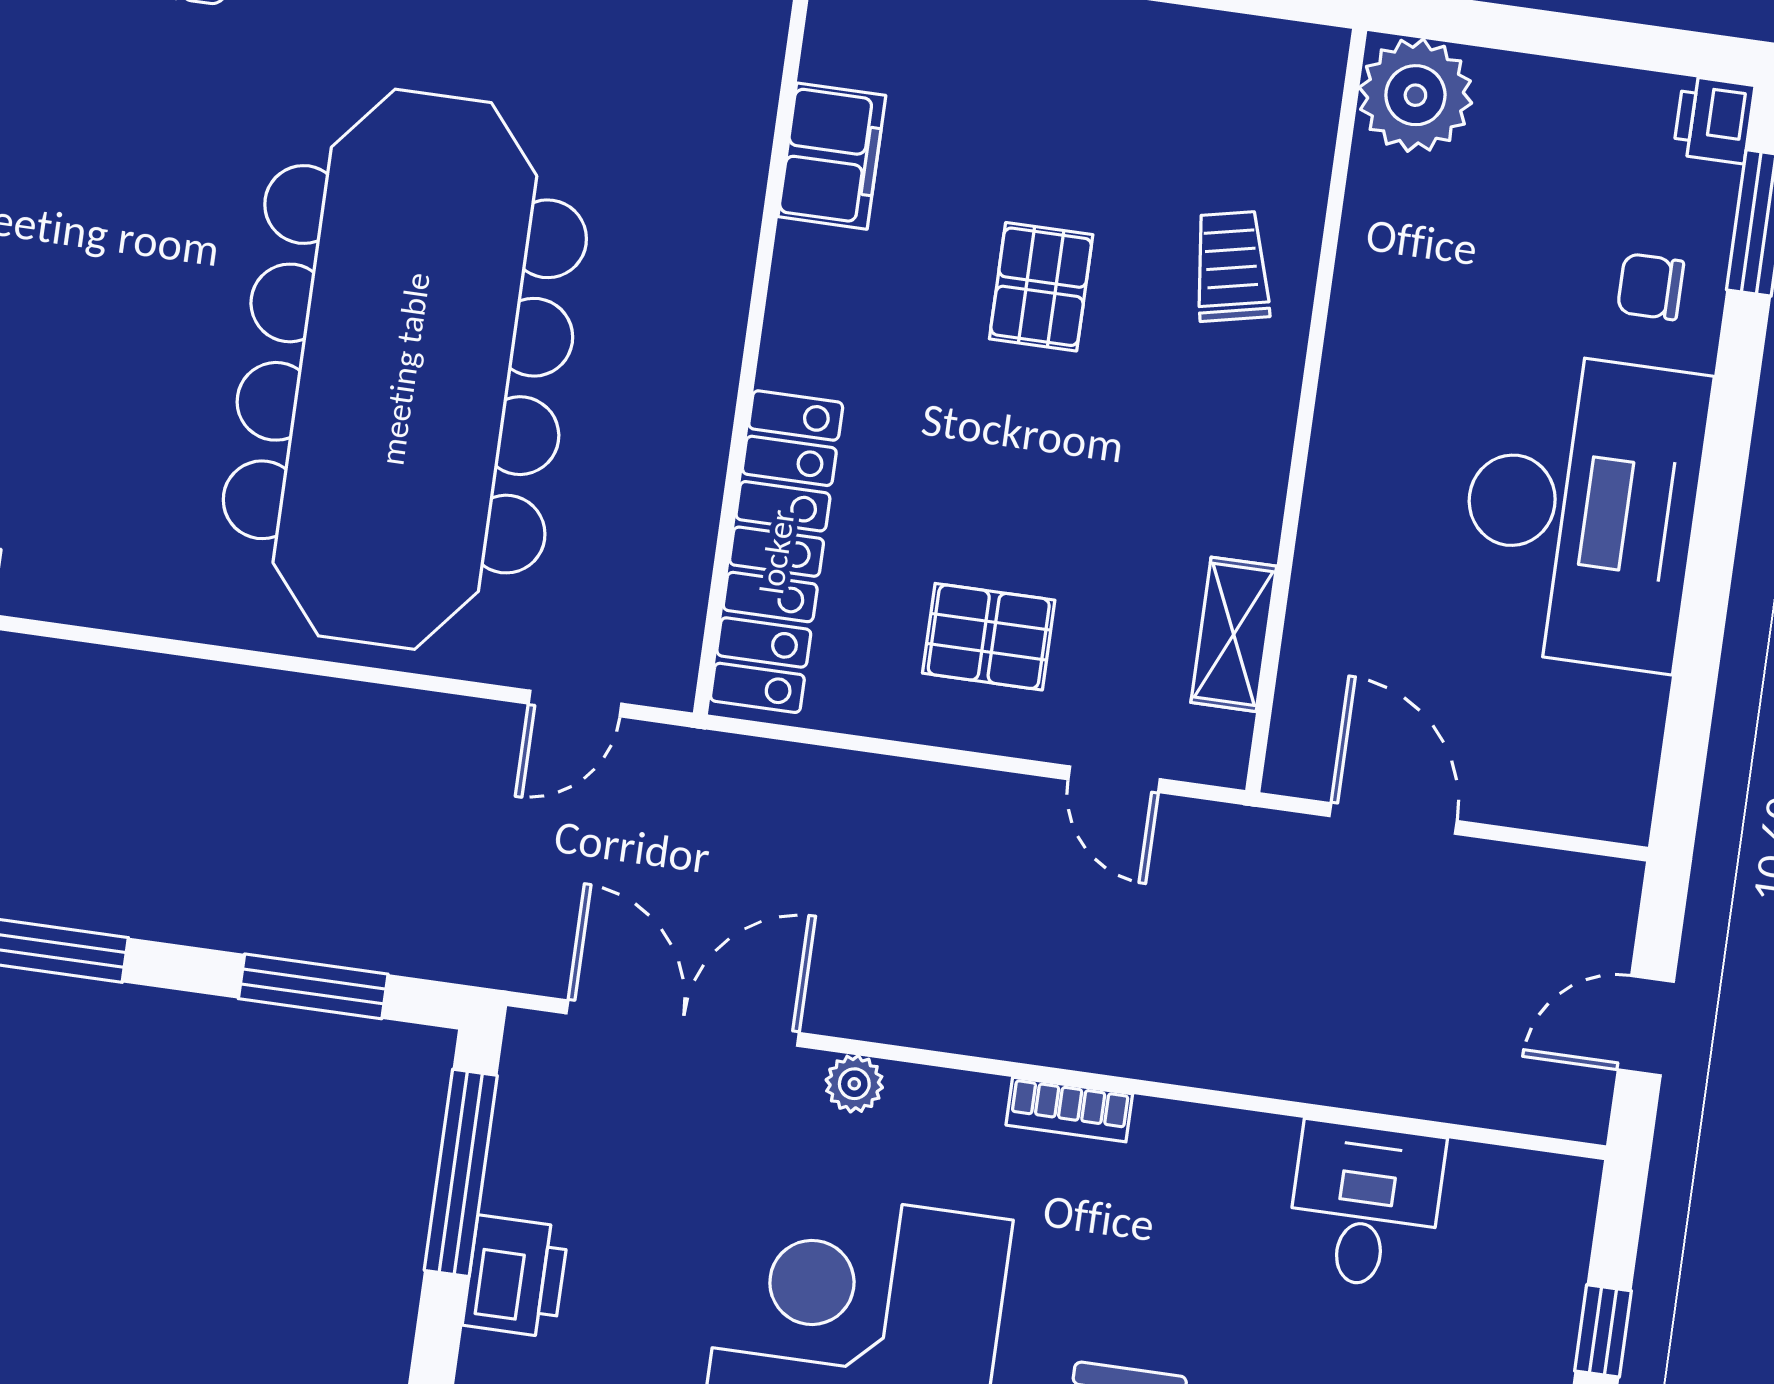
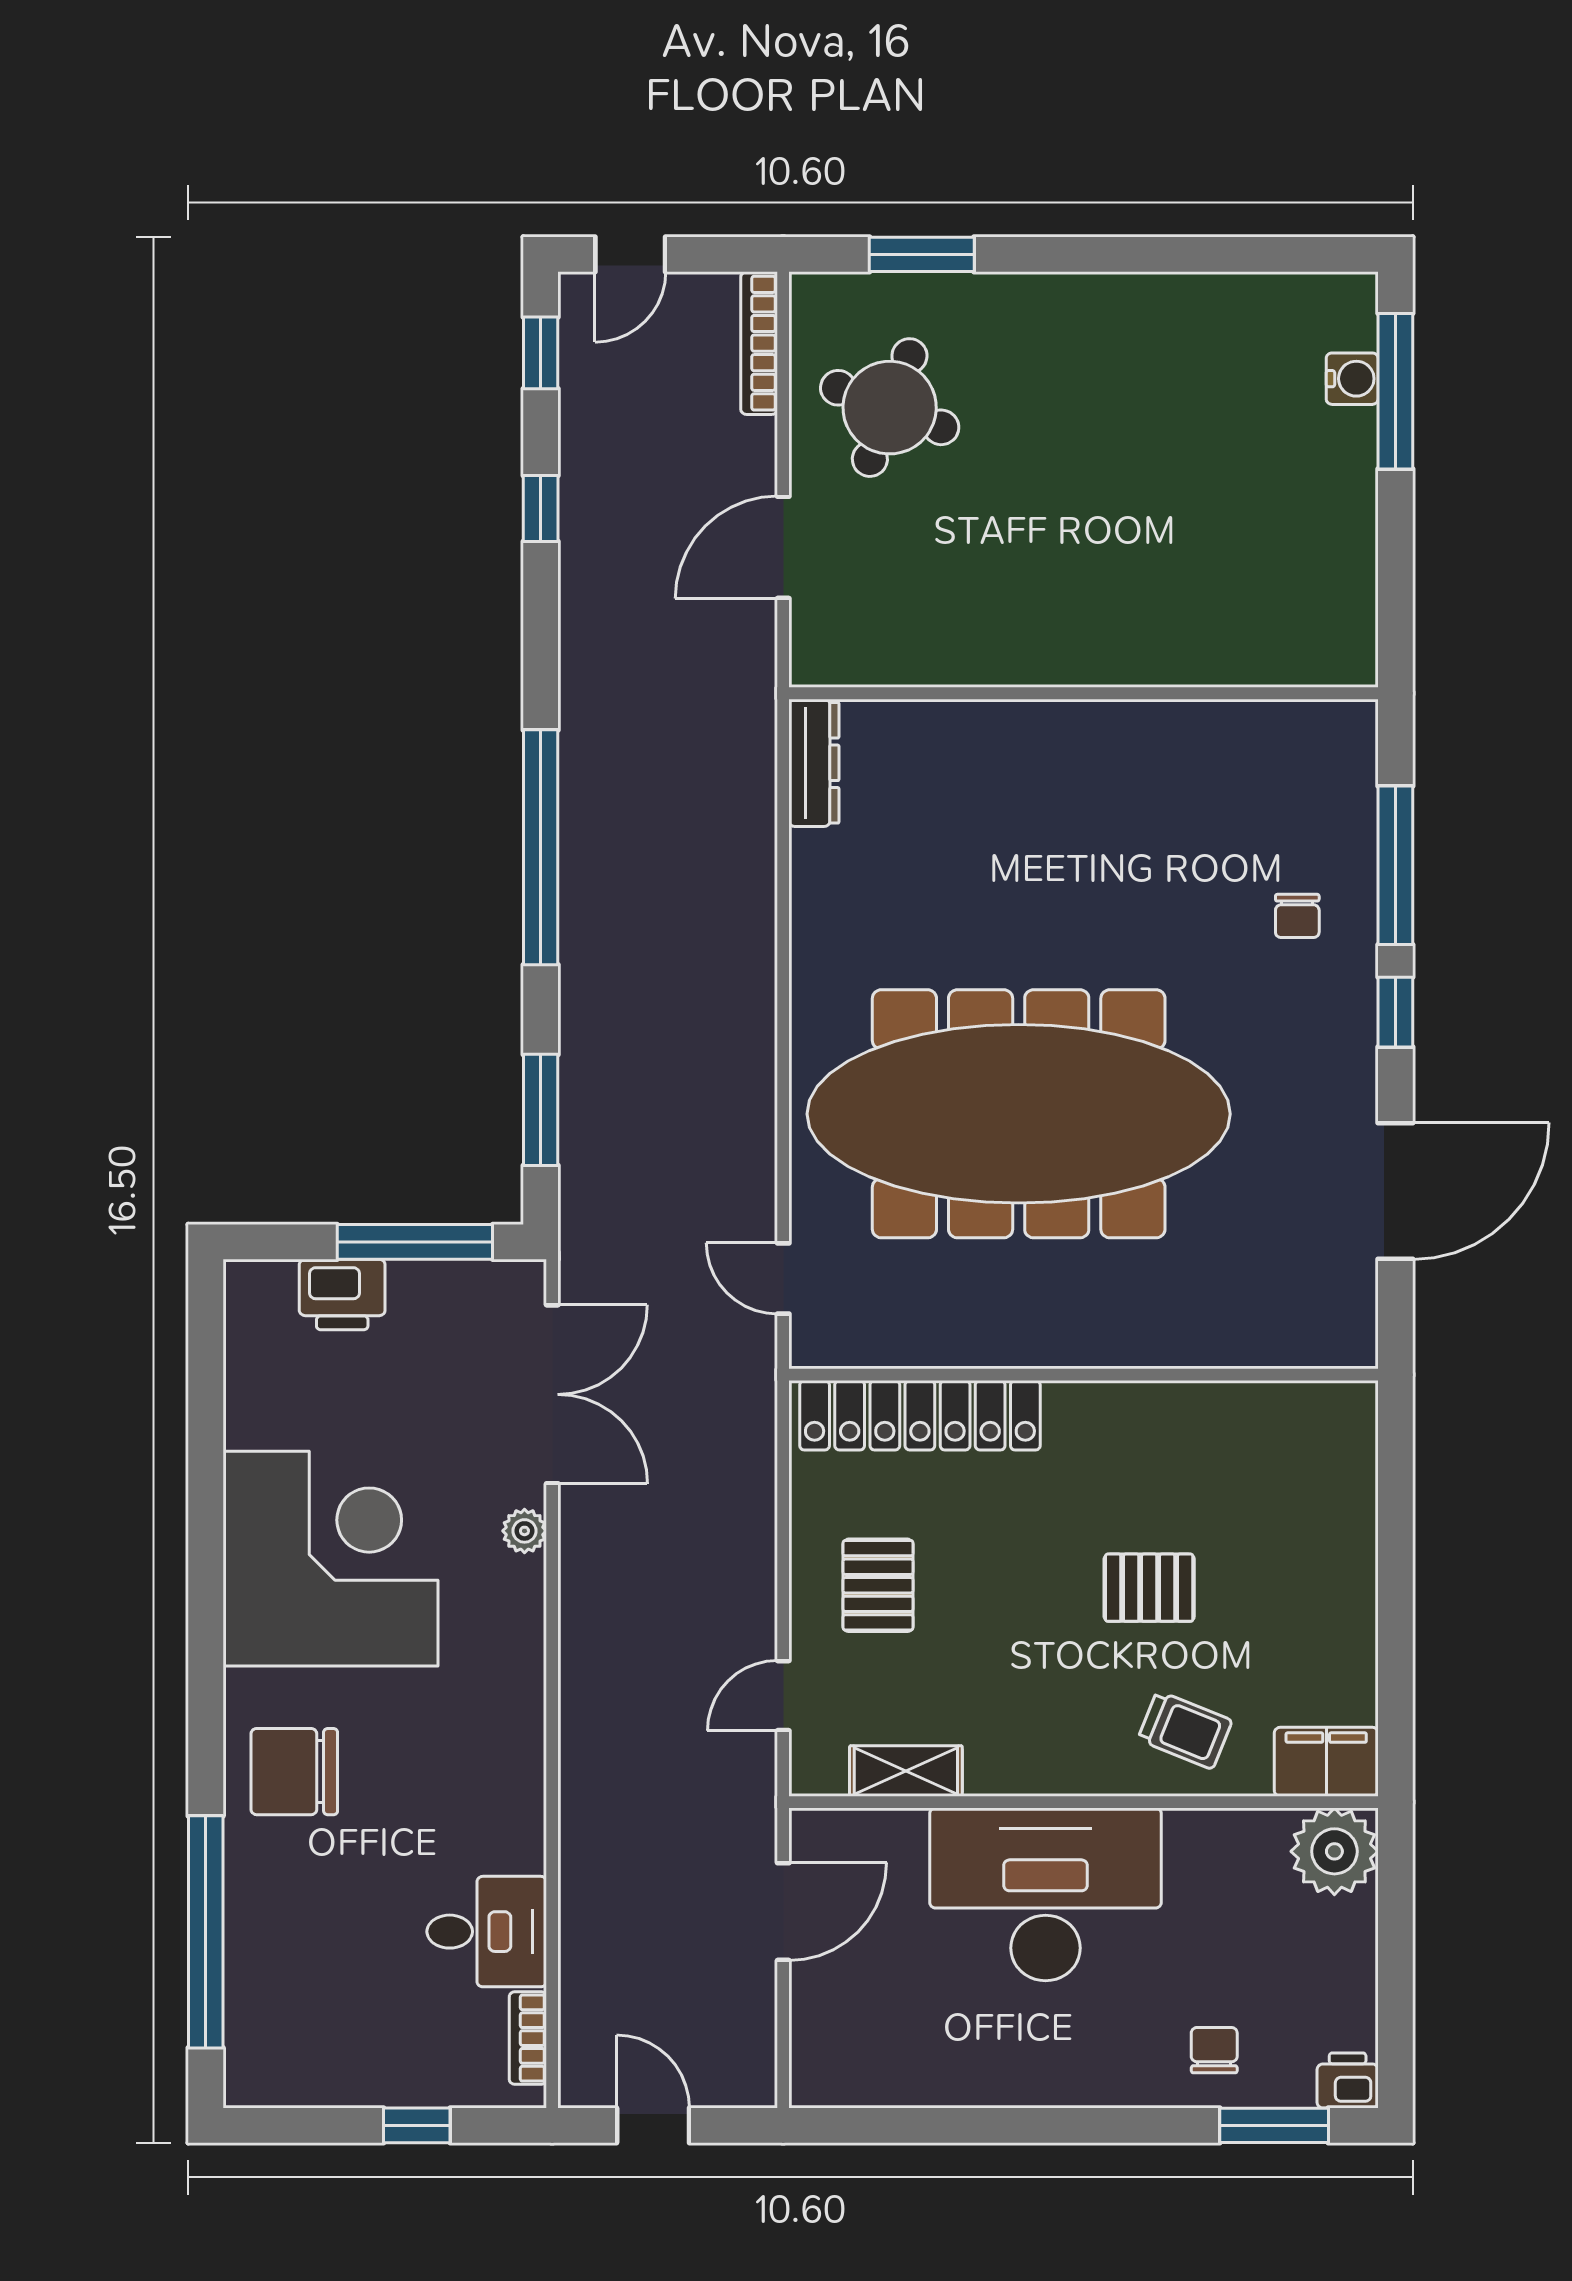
filing cabinet: (832, 156) -> (1326, 1762), moved, turned 180
trolley: (1231, 266) -> (1185, 1730), turned 34
desk: (1581, 510) -> (1045, 1894), moved, turned 180
bookcase: (1069, 1110) -> (528, 2038), moved

